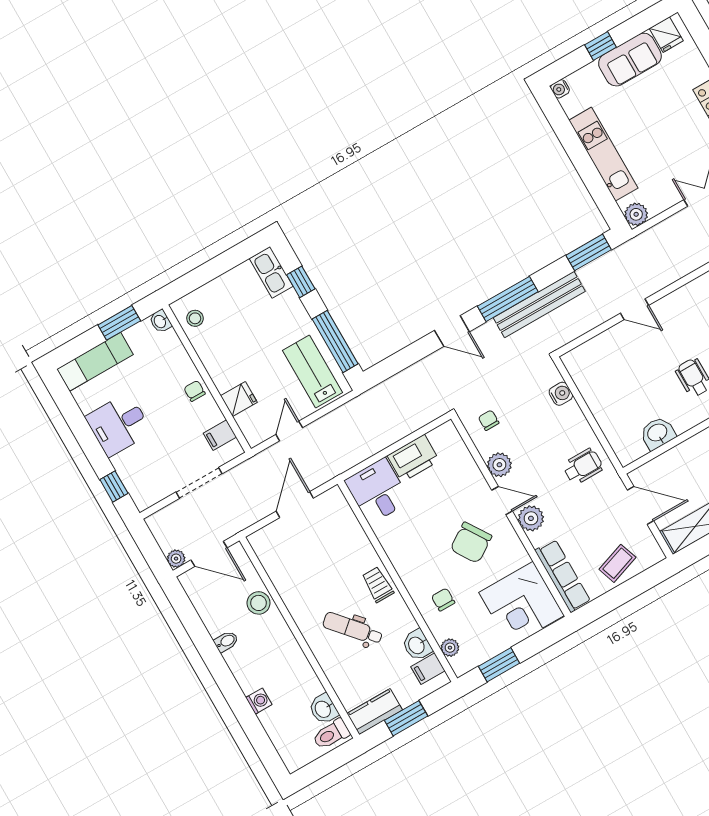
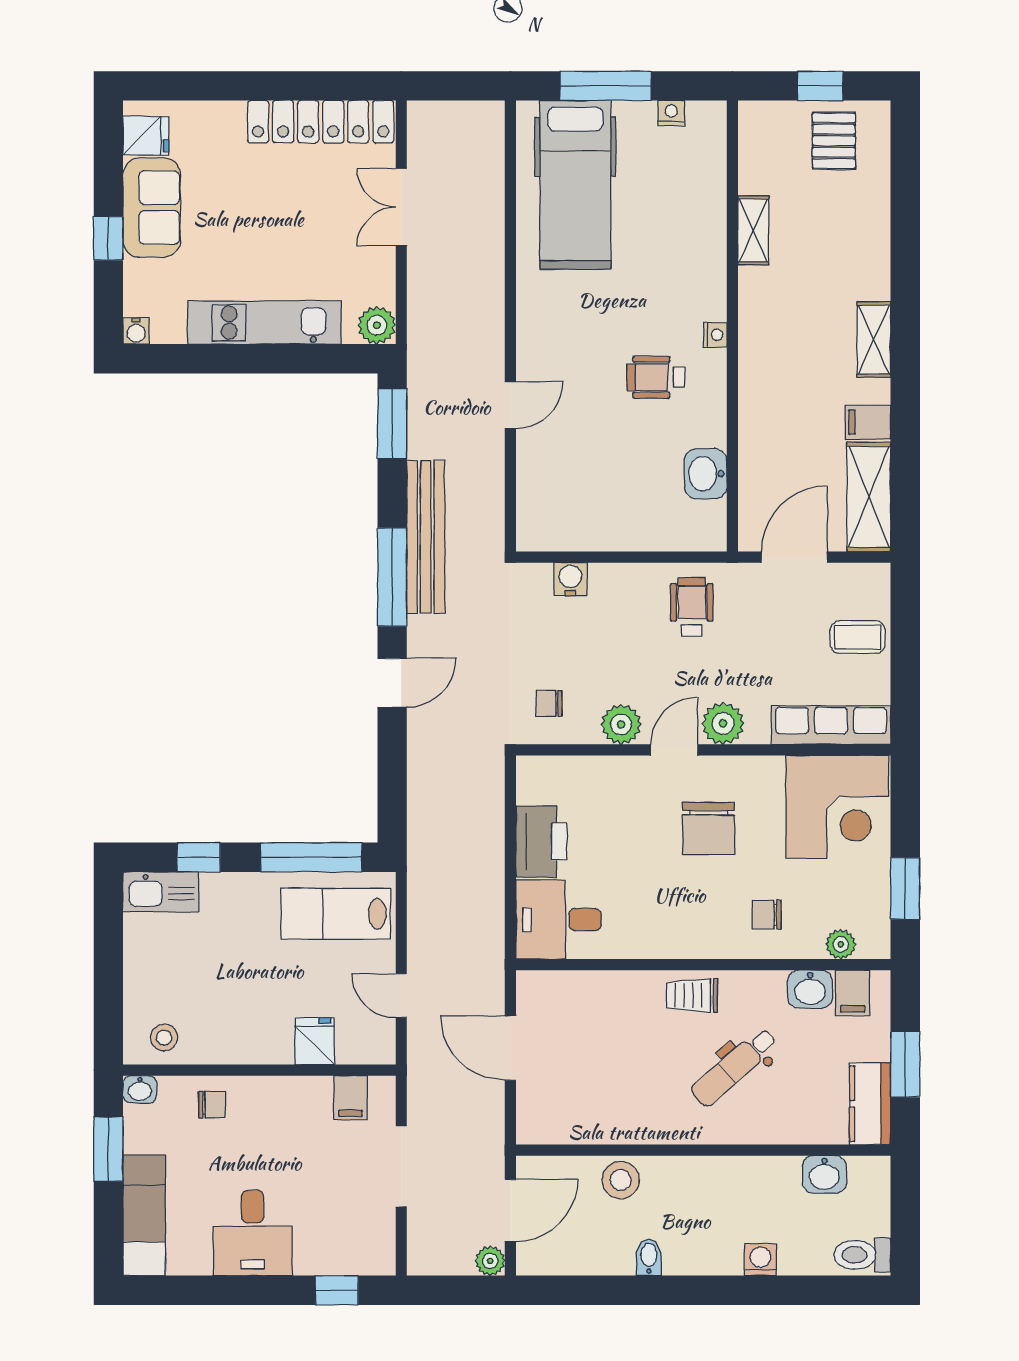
chair: (195, 391) -> (212, 1105), moved, turned 180
chair: (471, 543) -> (709, 828), turned 33
coffee table: (617, 563) -> (858, 637), turned -71
toilet: (331, 734) -> (862, 1255), moved, turned 90

